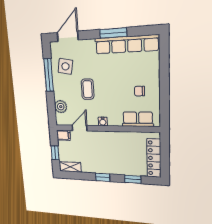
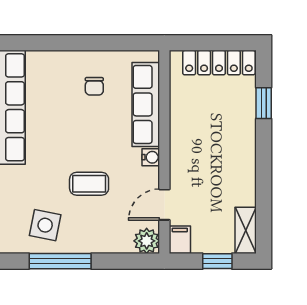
plant: (61, 107) -> (147, 241), moved
row of seats: (138, 119) -> (146, 104), width x1.48
door: (80, 128) -> (164, 205), hinge flipped
window: (103, 177) -> (264, 163), removed

